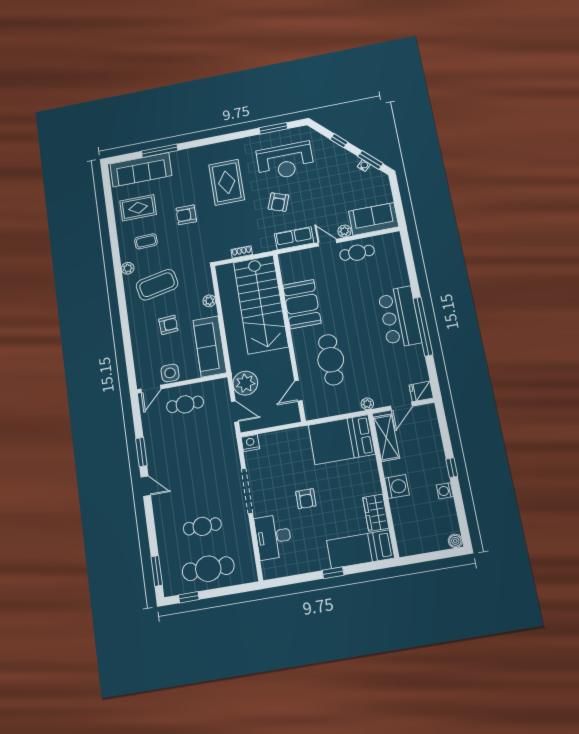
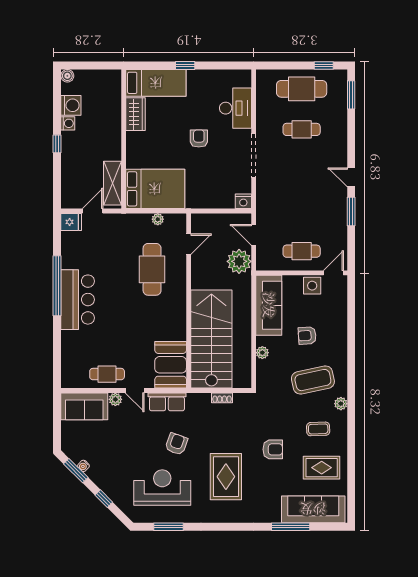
booth: (302, 304) -> (171, 365), moved
plant: (367, 404) -> (158, 219), moved
washing machine: (397, 487) -> (71, 105), moved, turned 180

